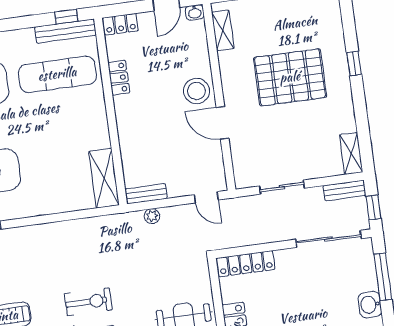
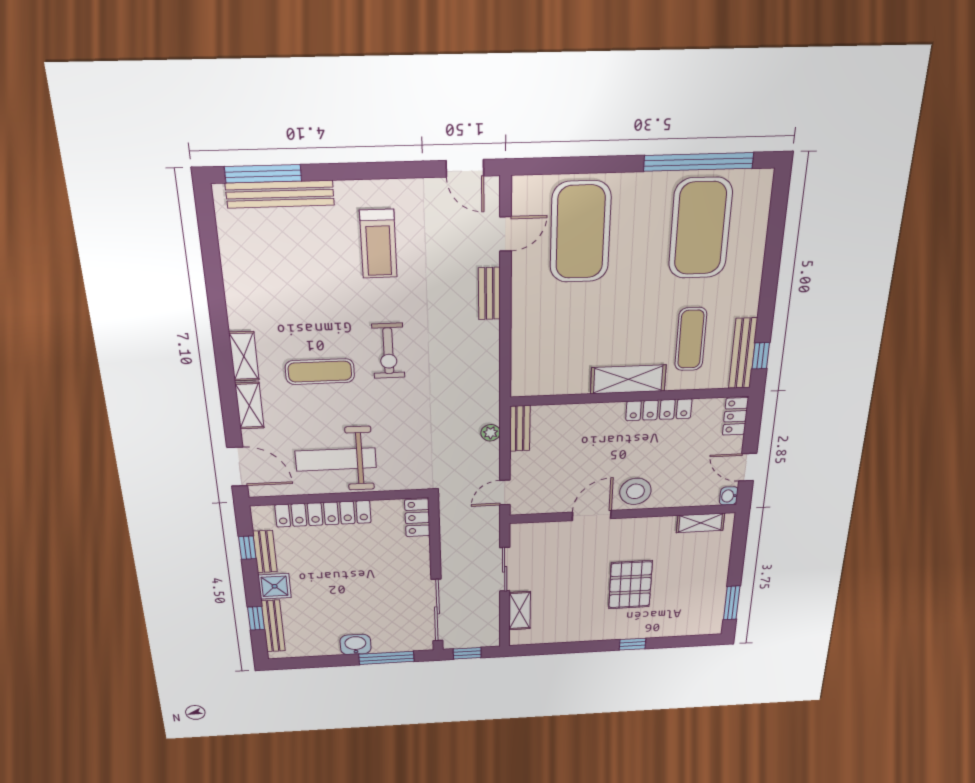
exercise mat: (57, 74) -> (691, 339), width x0.73, depth x0.69
pallet: (290, 77) -> (630, 585), width x0.73, depth x0.71
locker: (119, 78) -> (659, 410), width x1.53
shelving: (351, 153) -> (520, 611), moved, turned 90
shelving: (104, 178) -> (628, 379), moved
bench: (345, 190) -> (489, 294), moved
locker: (246, 264) -> (417, 518), width x0.66

